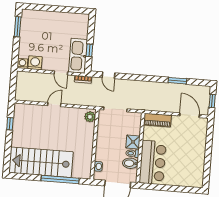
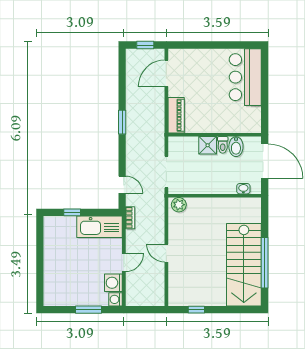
window: (18, 27) -> (89, 310), moved
window: (89, 50) -> (72, 212), moved
door: (61, 73) -> (124, 262), moved
door: (108, 75) -> (122, 185), hinge flipped
window: (177, 81) -> (122, 122), moved
bar counter: (153, 162) -> (245, 77), moved, turned -90
window: (60, 179) -> (265, 263), moved

